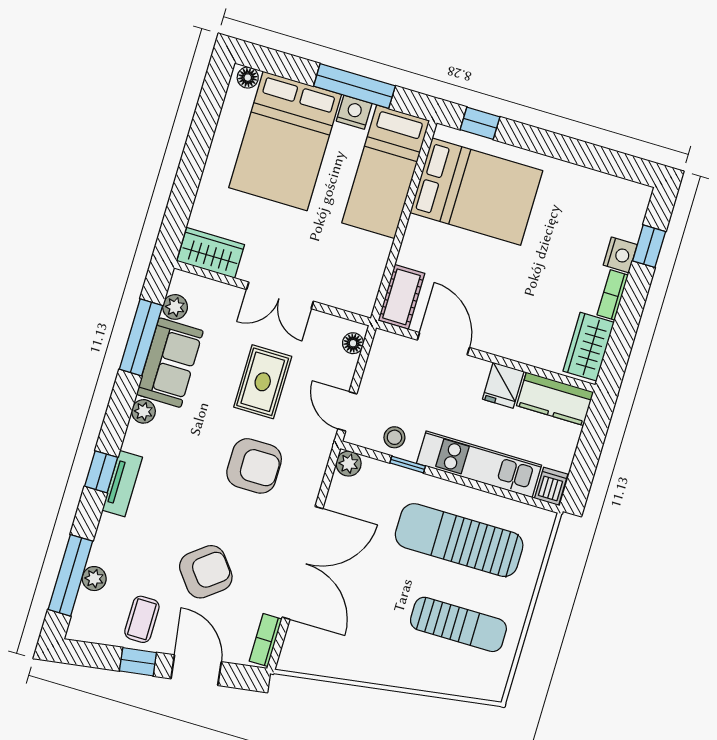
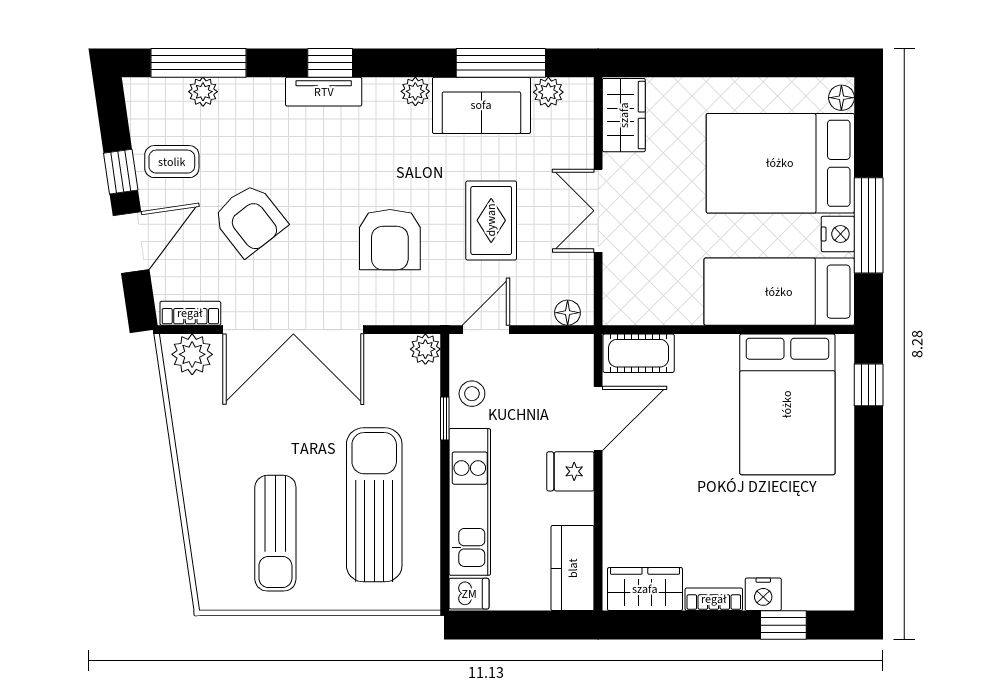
rug: (263, 382) -> (491, 220), turned 90
fridge: (503, 385) -> (570, 471), moved
plant: (298, 648) -> (192, 354), added

